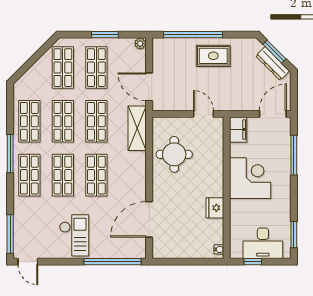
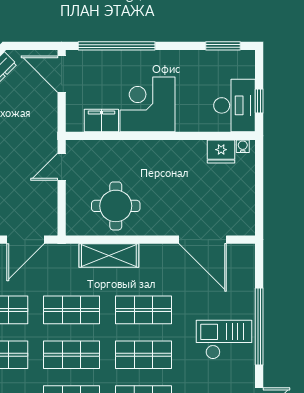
shelving: (137, 128) -> (109, 255), moved
filing cabinet: (238, 130) -> (101, 120), moved
window: (294, 155) -> (117, 46), width x1.46
fridge: (215, 208) -> (221, 151), moved
desk: (263, 243) -> (235, 105), moved
window: (113, 262) -> (259, 326), moved

